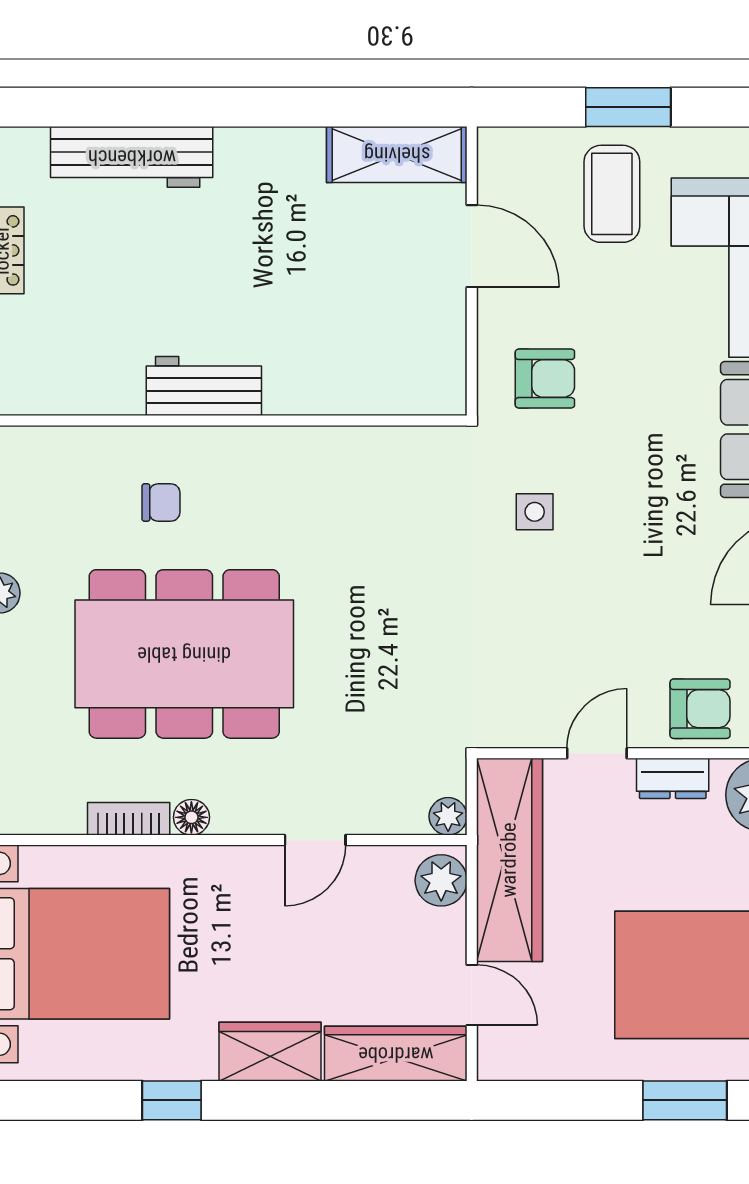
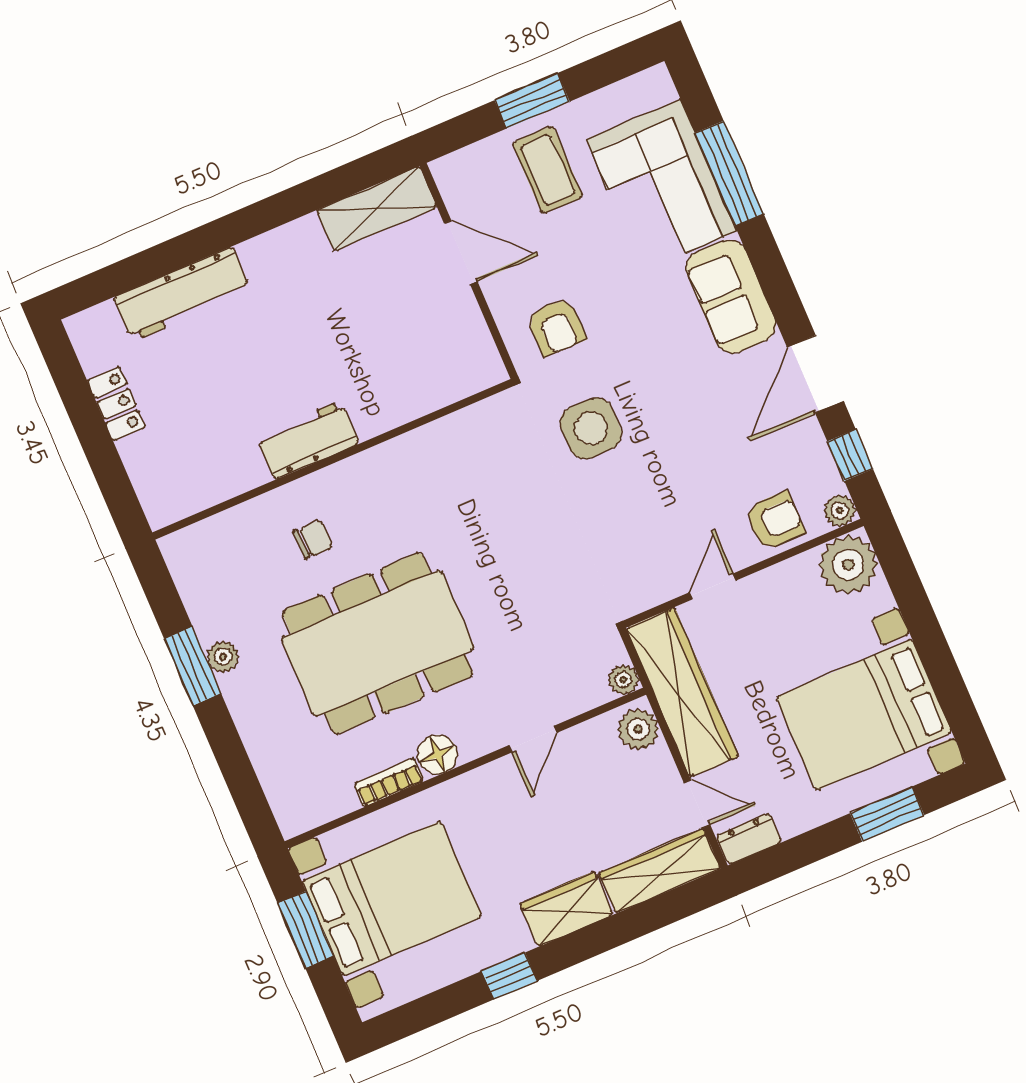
armchair: (545, 379) -> (556, 327), turned 90
side table: (535, 512) -> (591, 428), width x1.87, depth x1.87
dresser: (673, 778) -> (749, 839), moved, turned 180
floor lamp: (191, 817) -> (437, 754), width x1.37, depth x1.37

